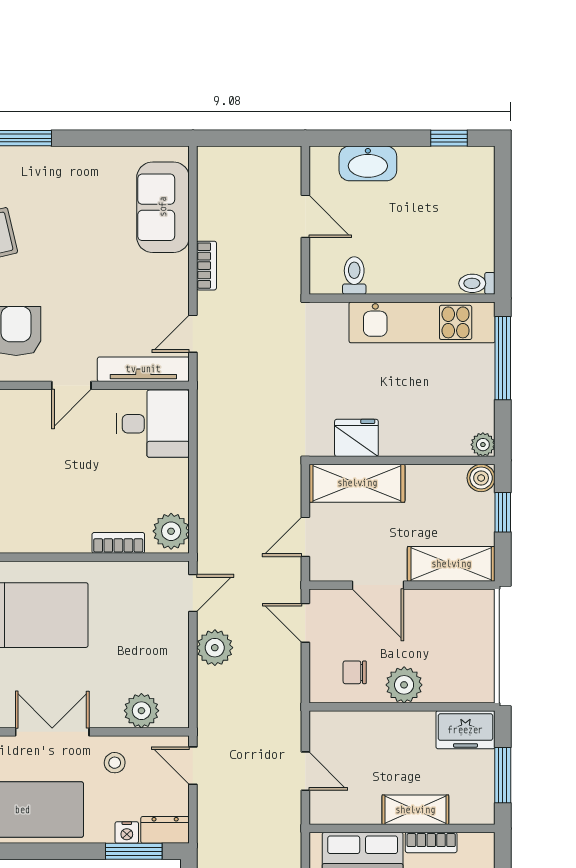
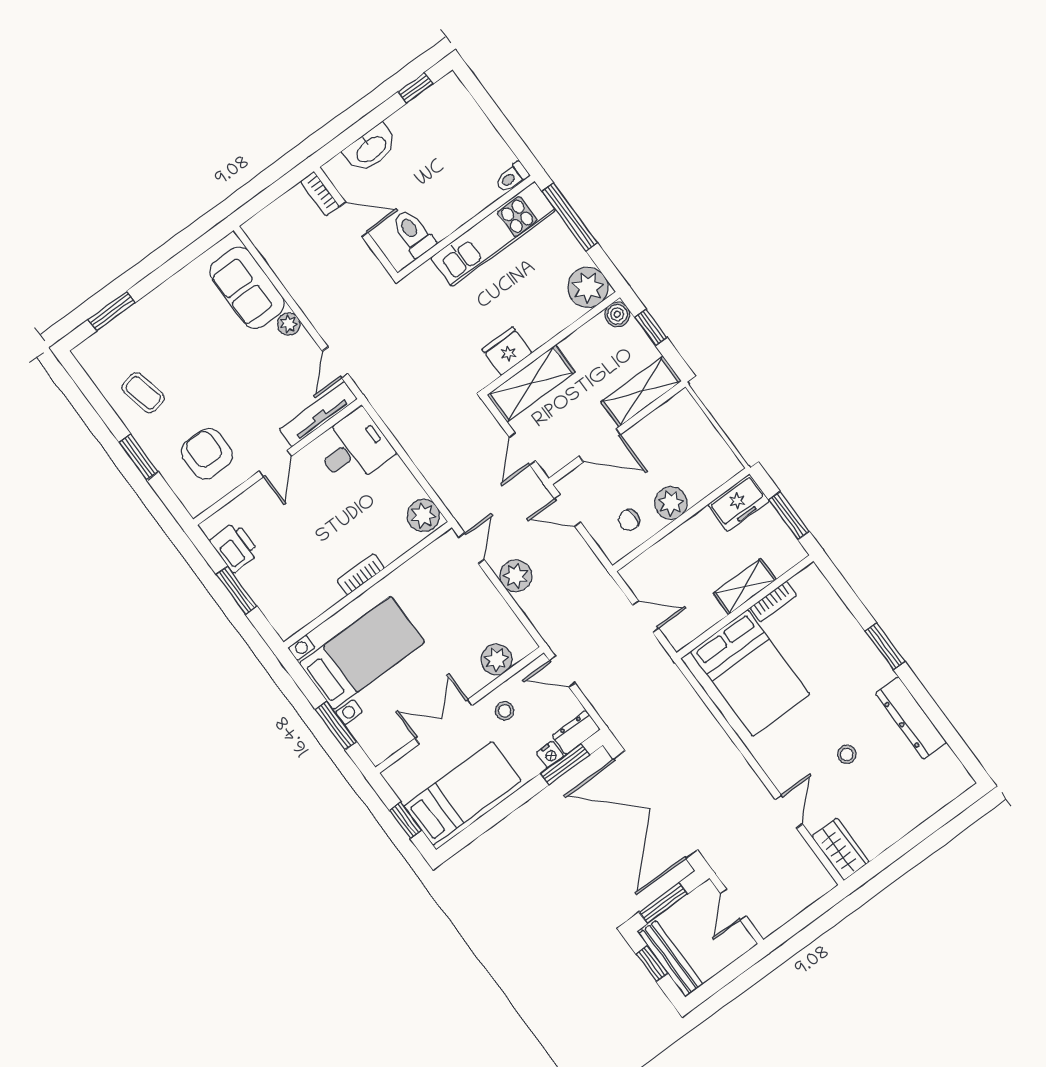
bookcase: (207, 266) -> (320, 194), moved, turned 180
plant: (177, 268) -> (289, 324), added
toilet: (354, 276) -> (413, 233), width x1.37, depth x1.39
plant: (483, 445) -> (588, 287), width x1.88, depth x1.88
bookcase: (118, 543) -> (361, 574), moved

